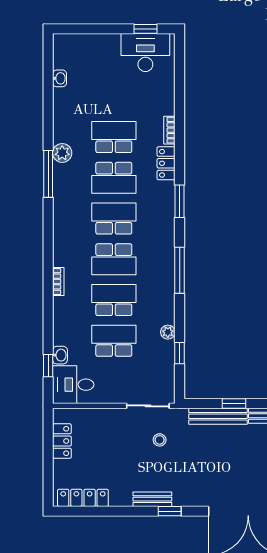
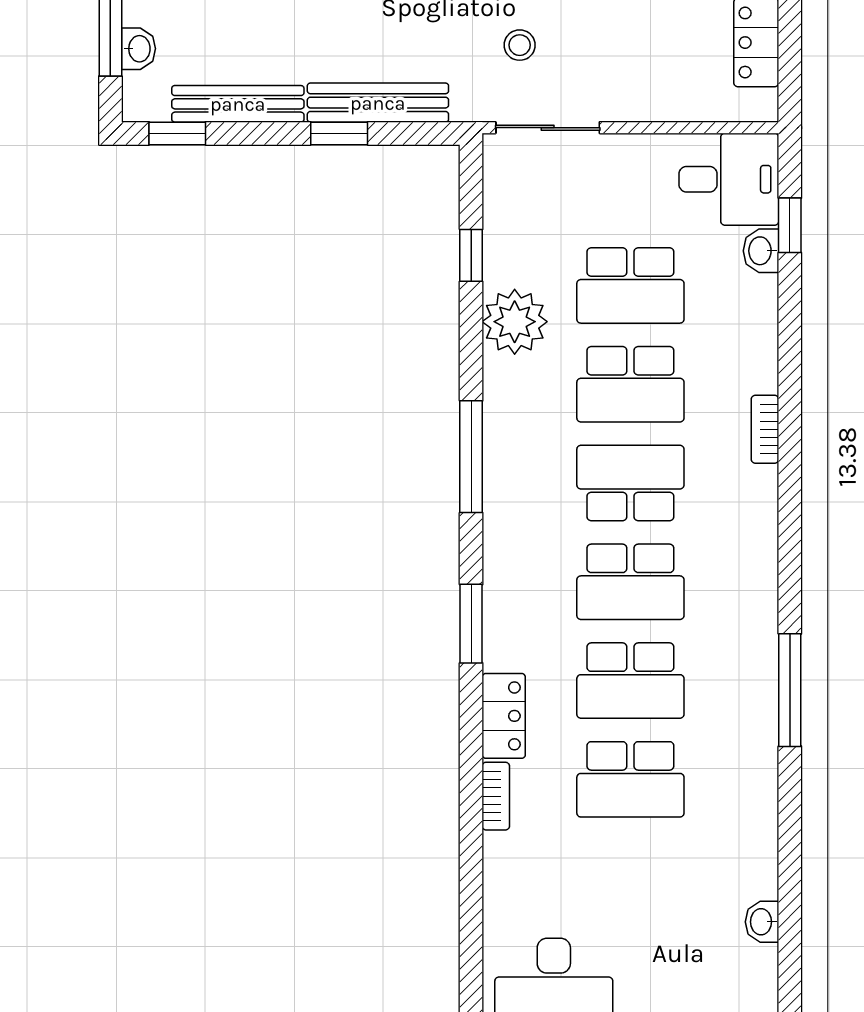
plant: (62, 153) -> (756, 741), removed
school desk: (114, 178) -> (630, 681), turned 180
plant: (168, 332) -> (515, 322), width x1.88, depth x1.88

